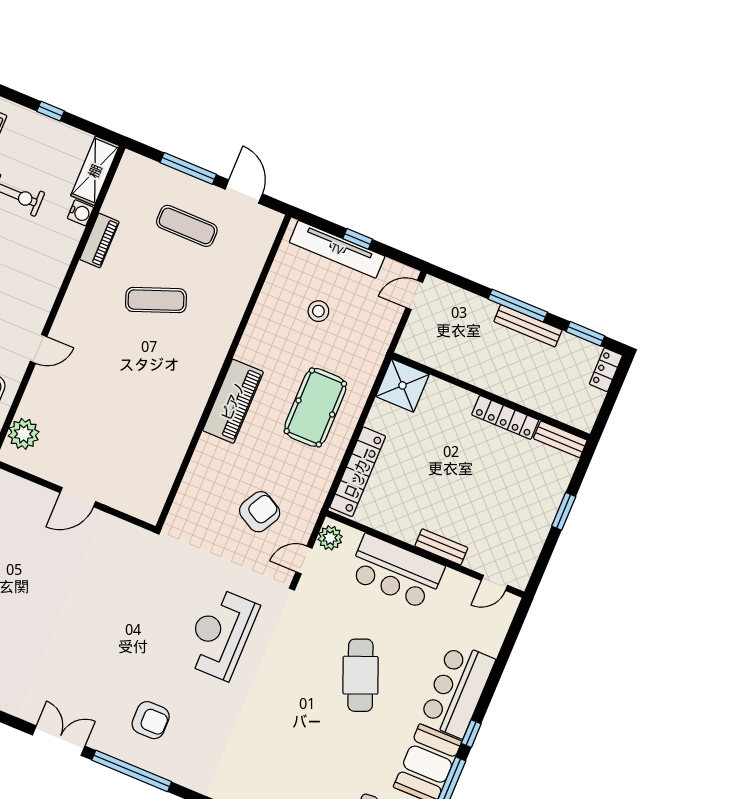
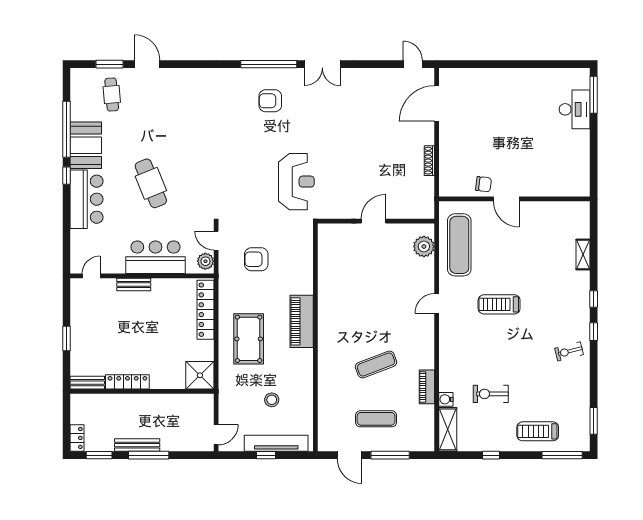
armchair: (260, 512) -> (256, 259), turned 61
door: (304, 560) -> (216, 241), swing flipped
reception desk: (221, 634) -> (296, 182), moved

